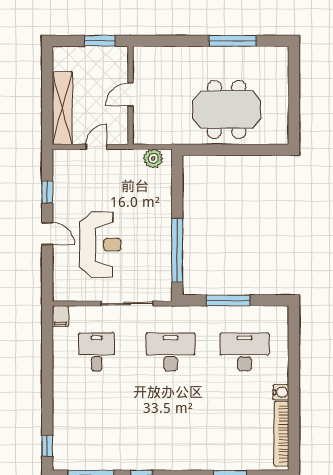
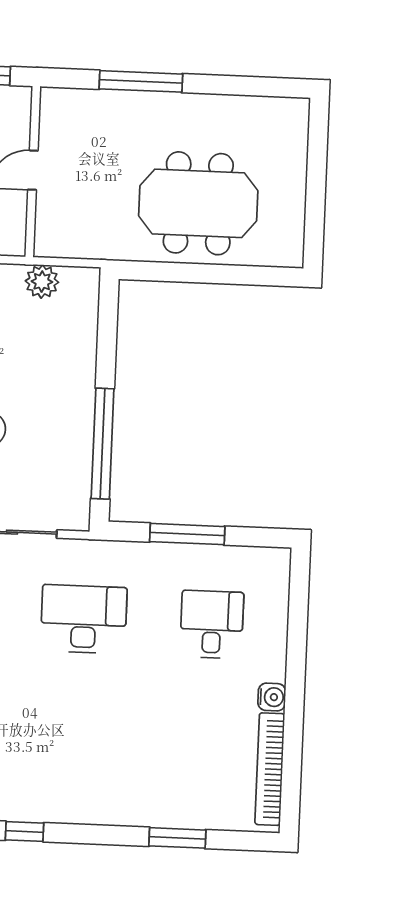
window: (232, 41) -> (141, 81), moved
plant: (153, 158) -> (42, 282), moved
desk: (245, 352) -> (212, 625), width x0.73

